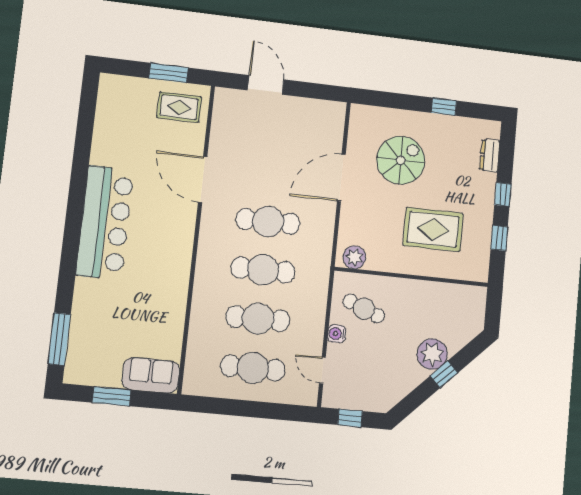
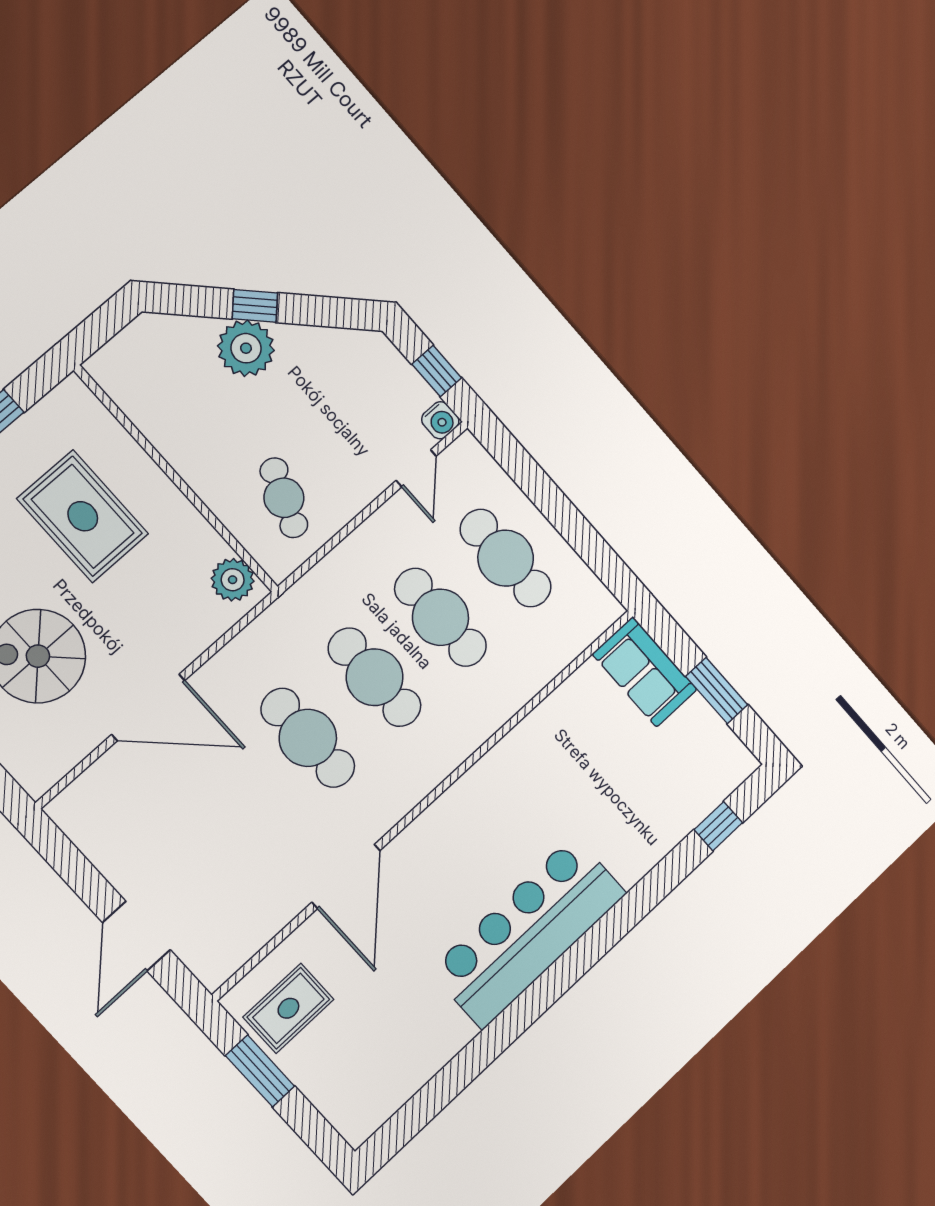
rug: (179, 107) -> (288, 1008), turned 90
water cooler: (337, 334) -> (440, 420), moved
window: (59, 339) -> (718, 826), width x0.46

